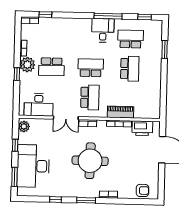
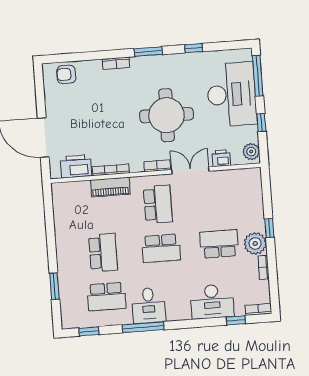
school desk: (130, 69) -> (103, 253), turned 180
school desk: (90, 97) -> (158, 204), turned 180
desk: (39, 105) -> (212, 302), moved, turned 180
printer: (44, 124) -> (221, 158), added
round table: (90, 161) -> (167, 115), moved
window: (14, 177) -> (258, 76), width x1.44

